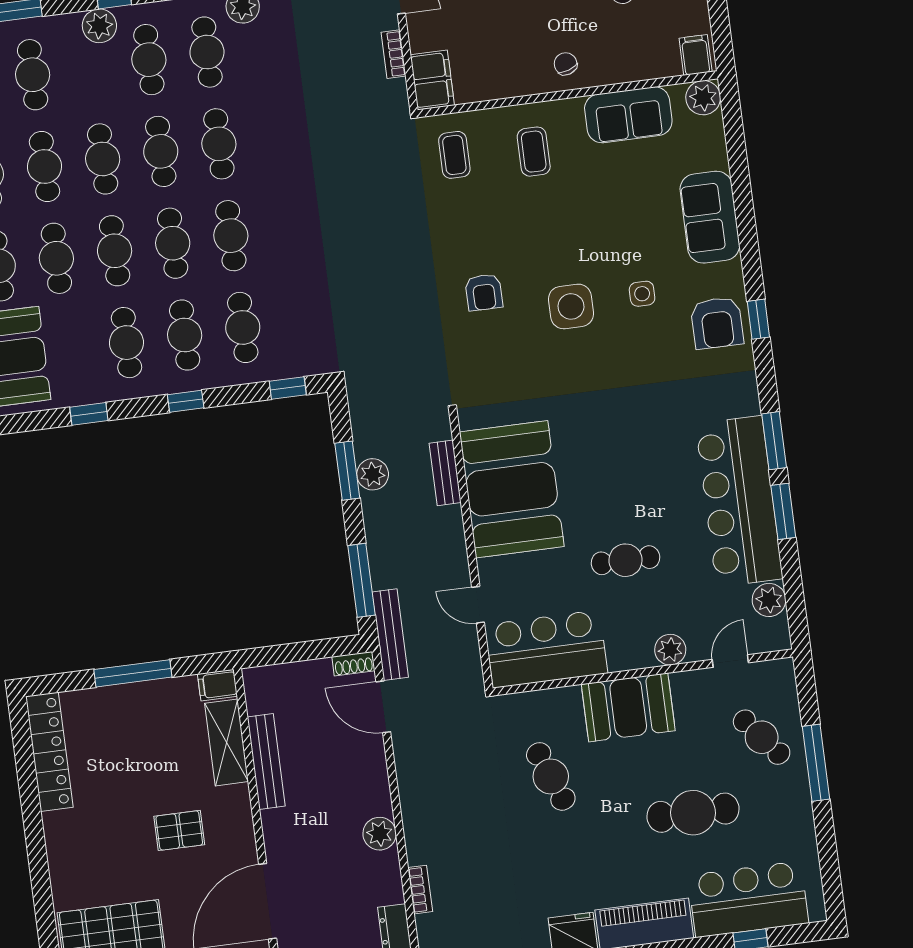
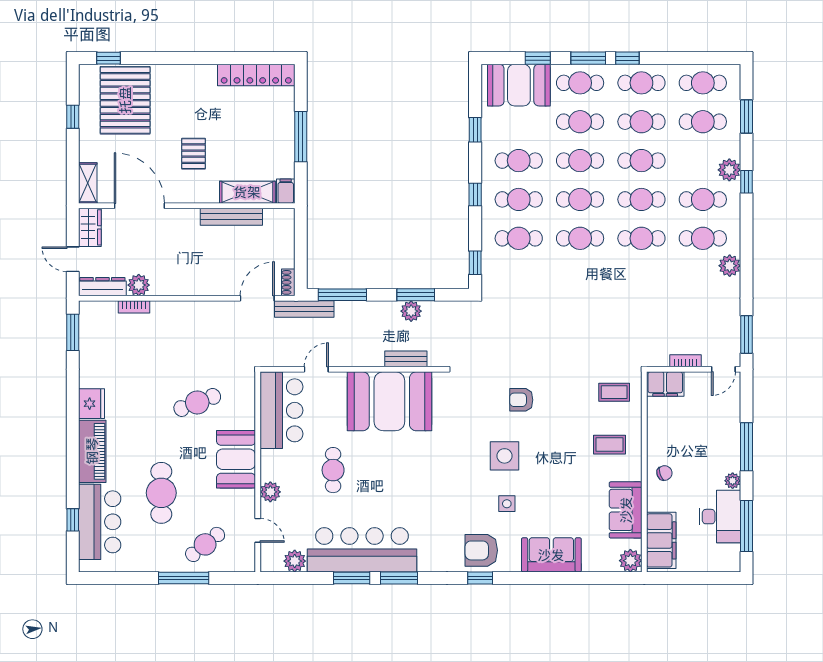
filing cabinet: (696, 55) -> (661, 540), width x3.00, depth x1.17
plant: (380, 834) -> (139, 285), moved

